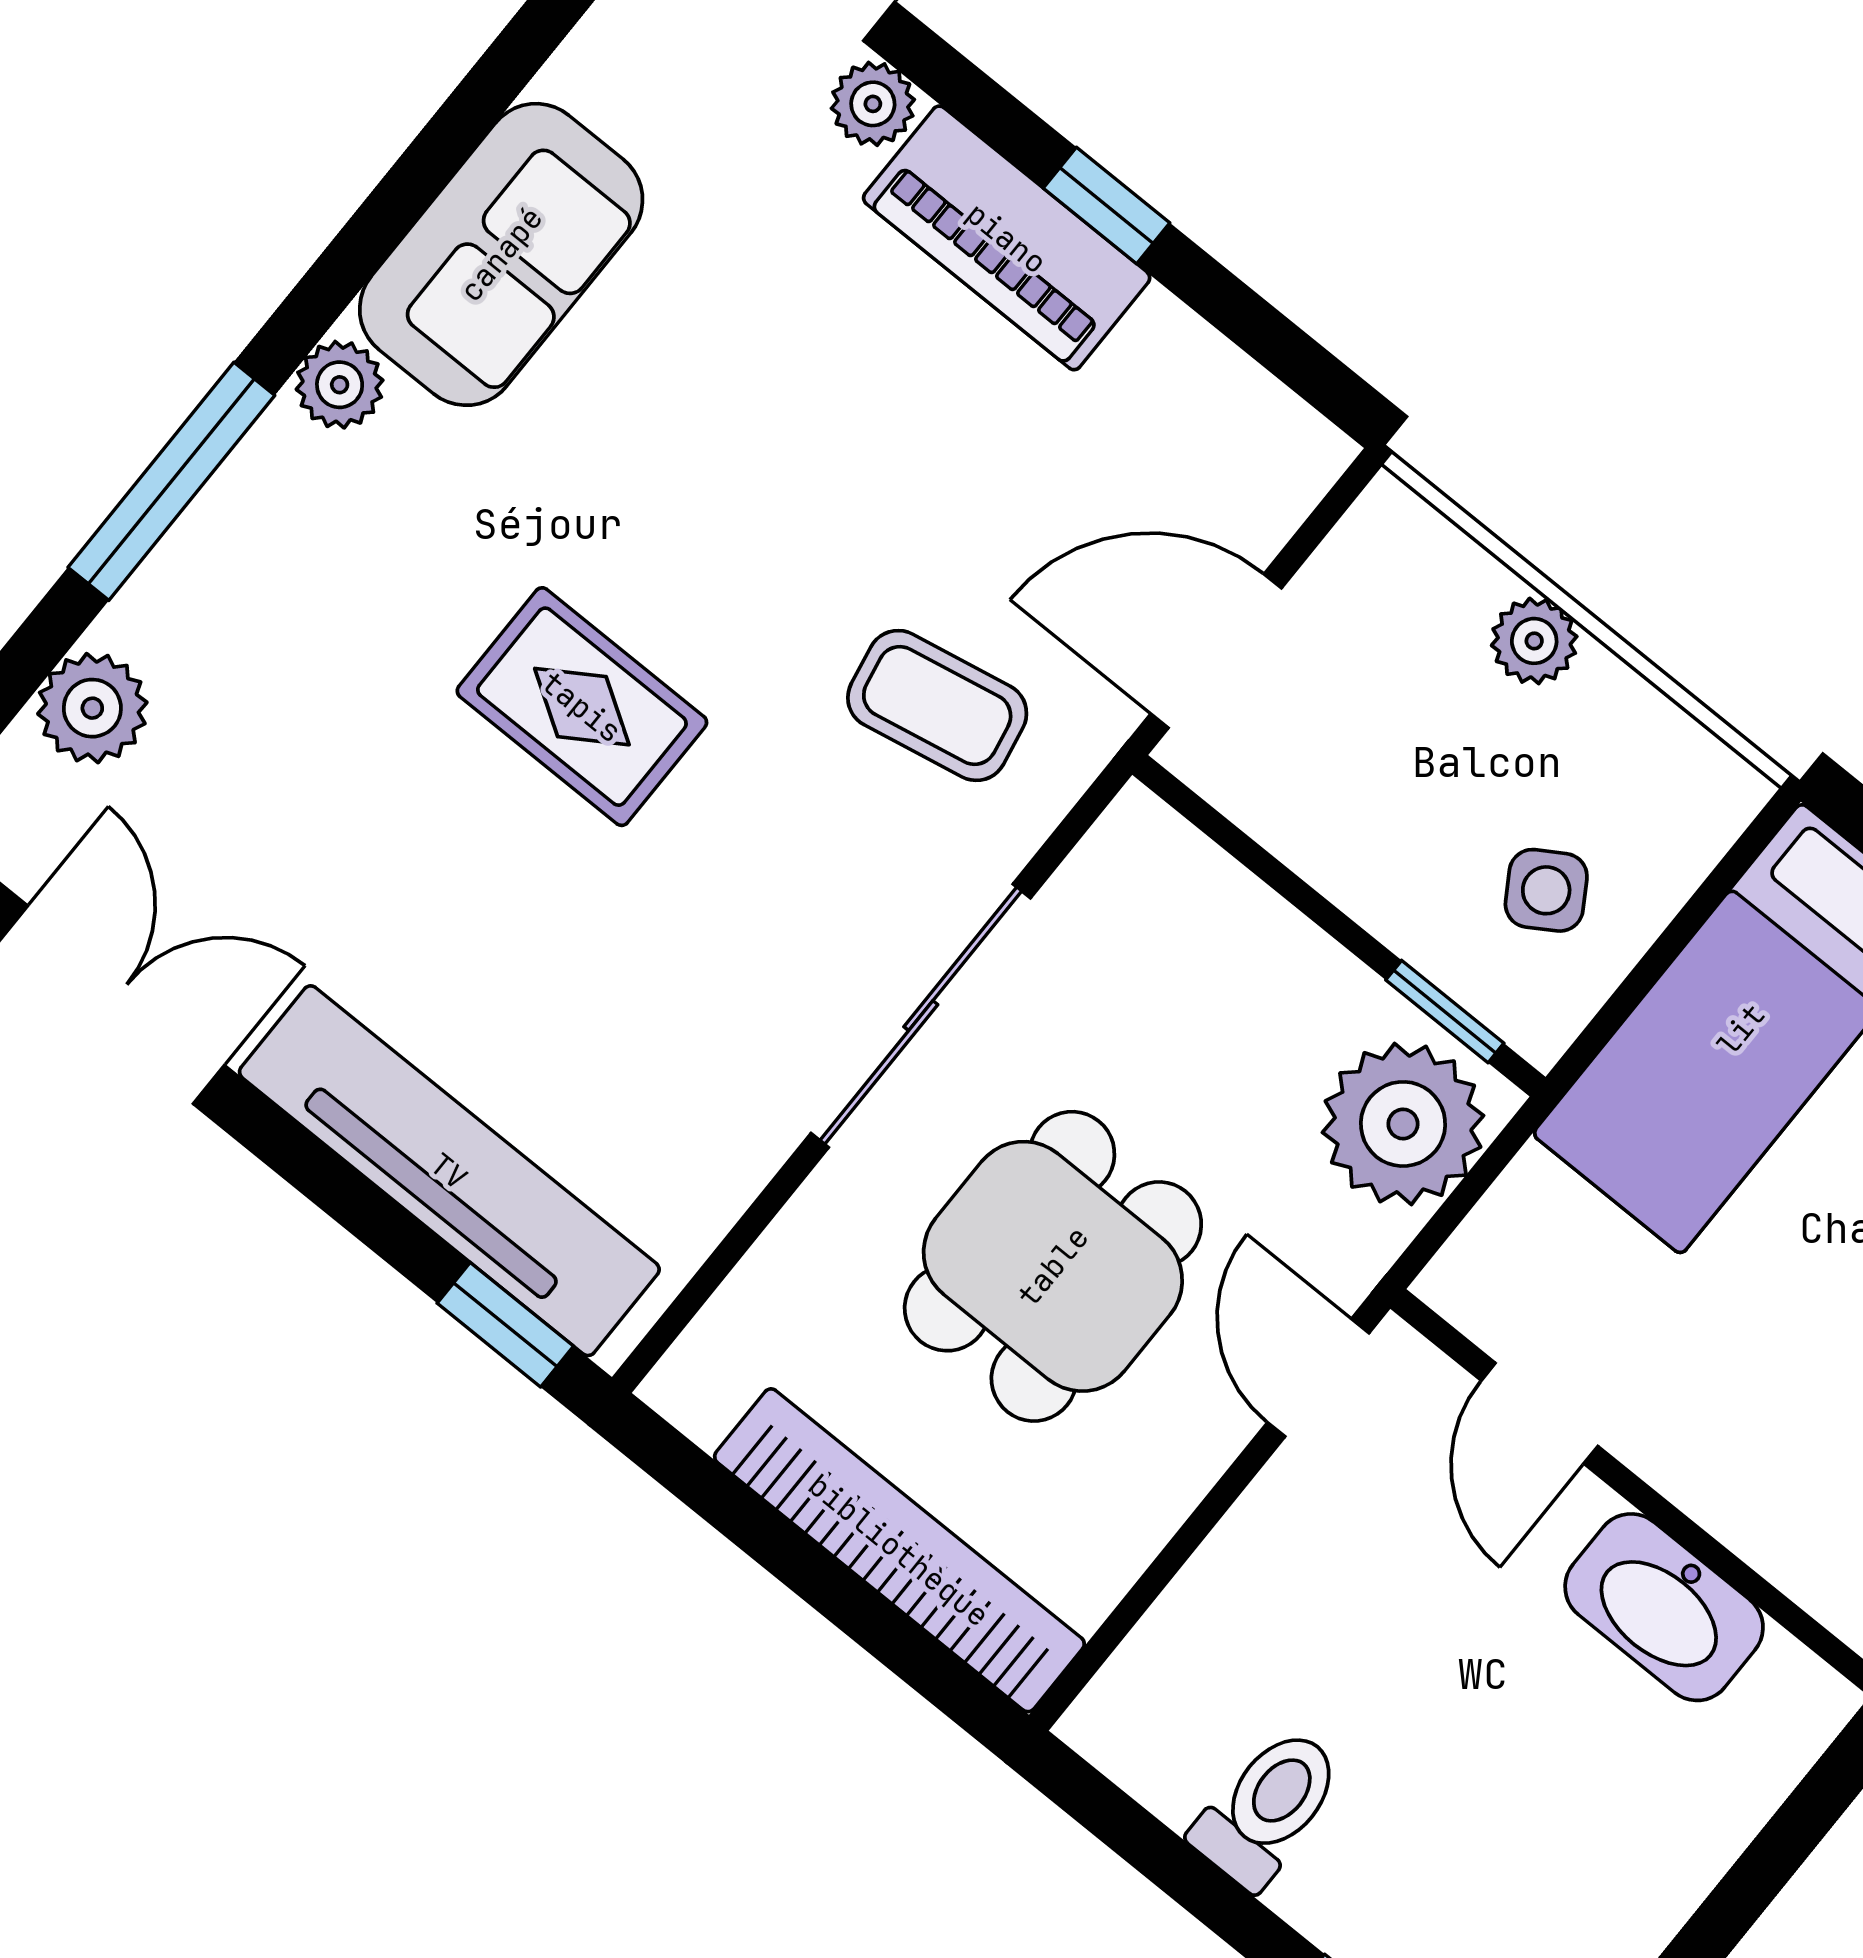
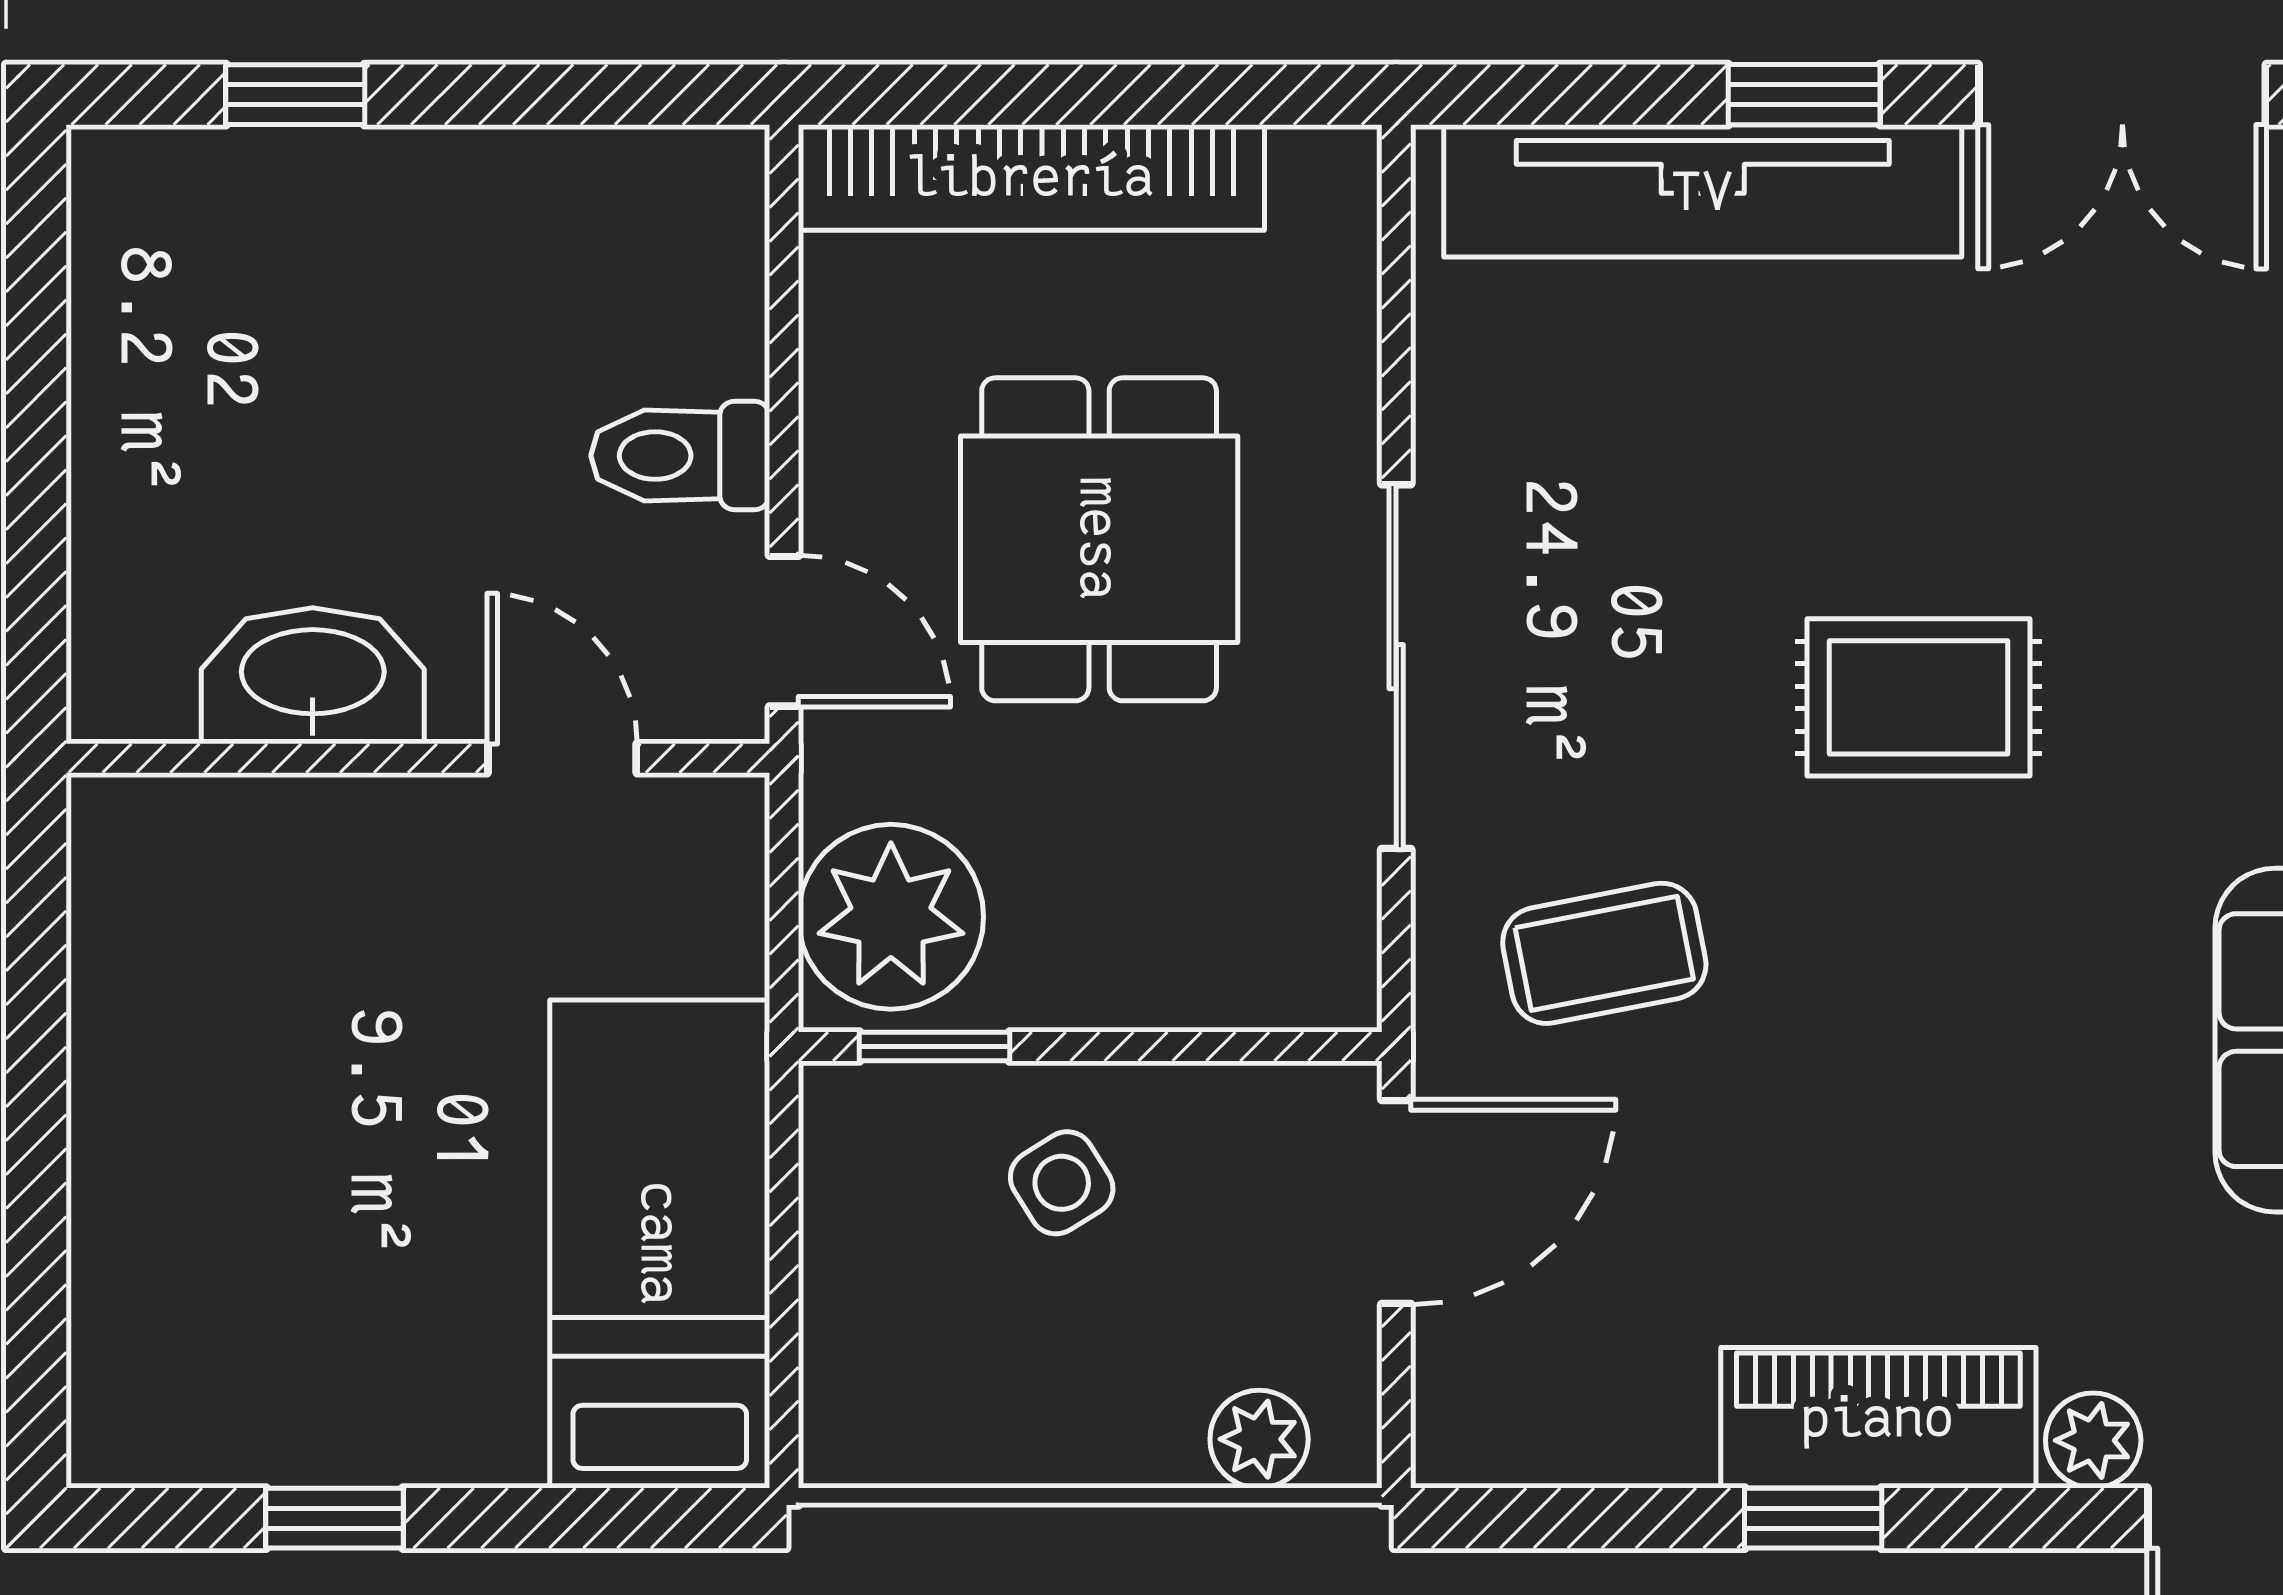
plant: (1534, 641) -> (1259, 1439), moved
side table: (1546, 890) -> (1062, 1183), moved
window: (505, 1325) -> (1804, 95), moved
toilet: (1268, 1807) -> (680, 456), moved, turned 90

